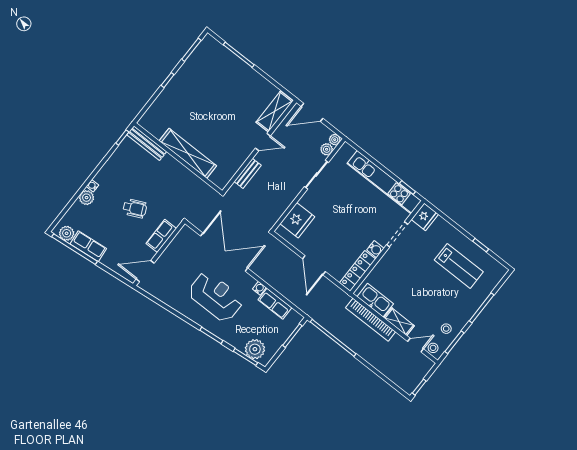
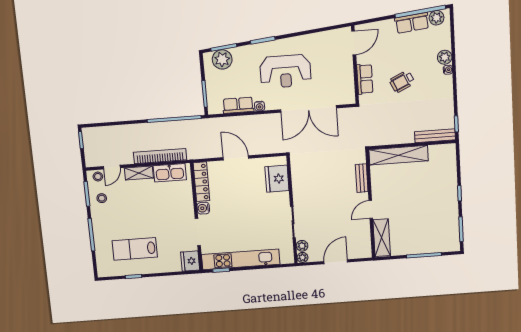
shelving: (275, 111) -> (382, 238), moved
door: (263, 142) -> (371, 209), moved
wall: (259, 147) -> (370, 204), moved
bench: (248, 173) -> (362, 178), moved

